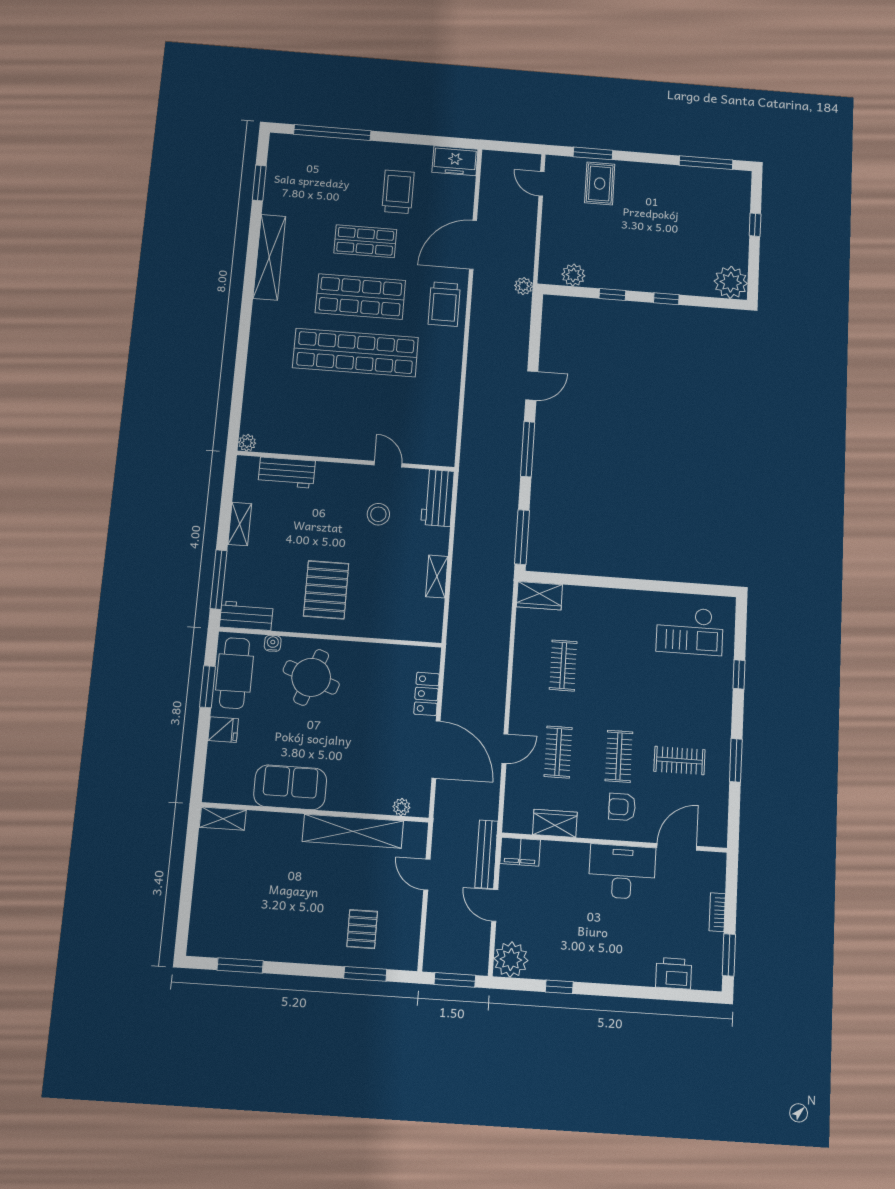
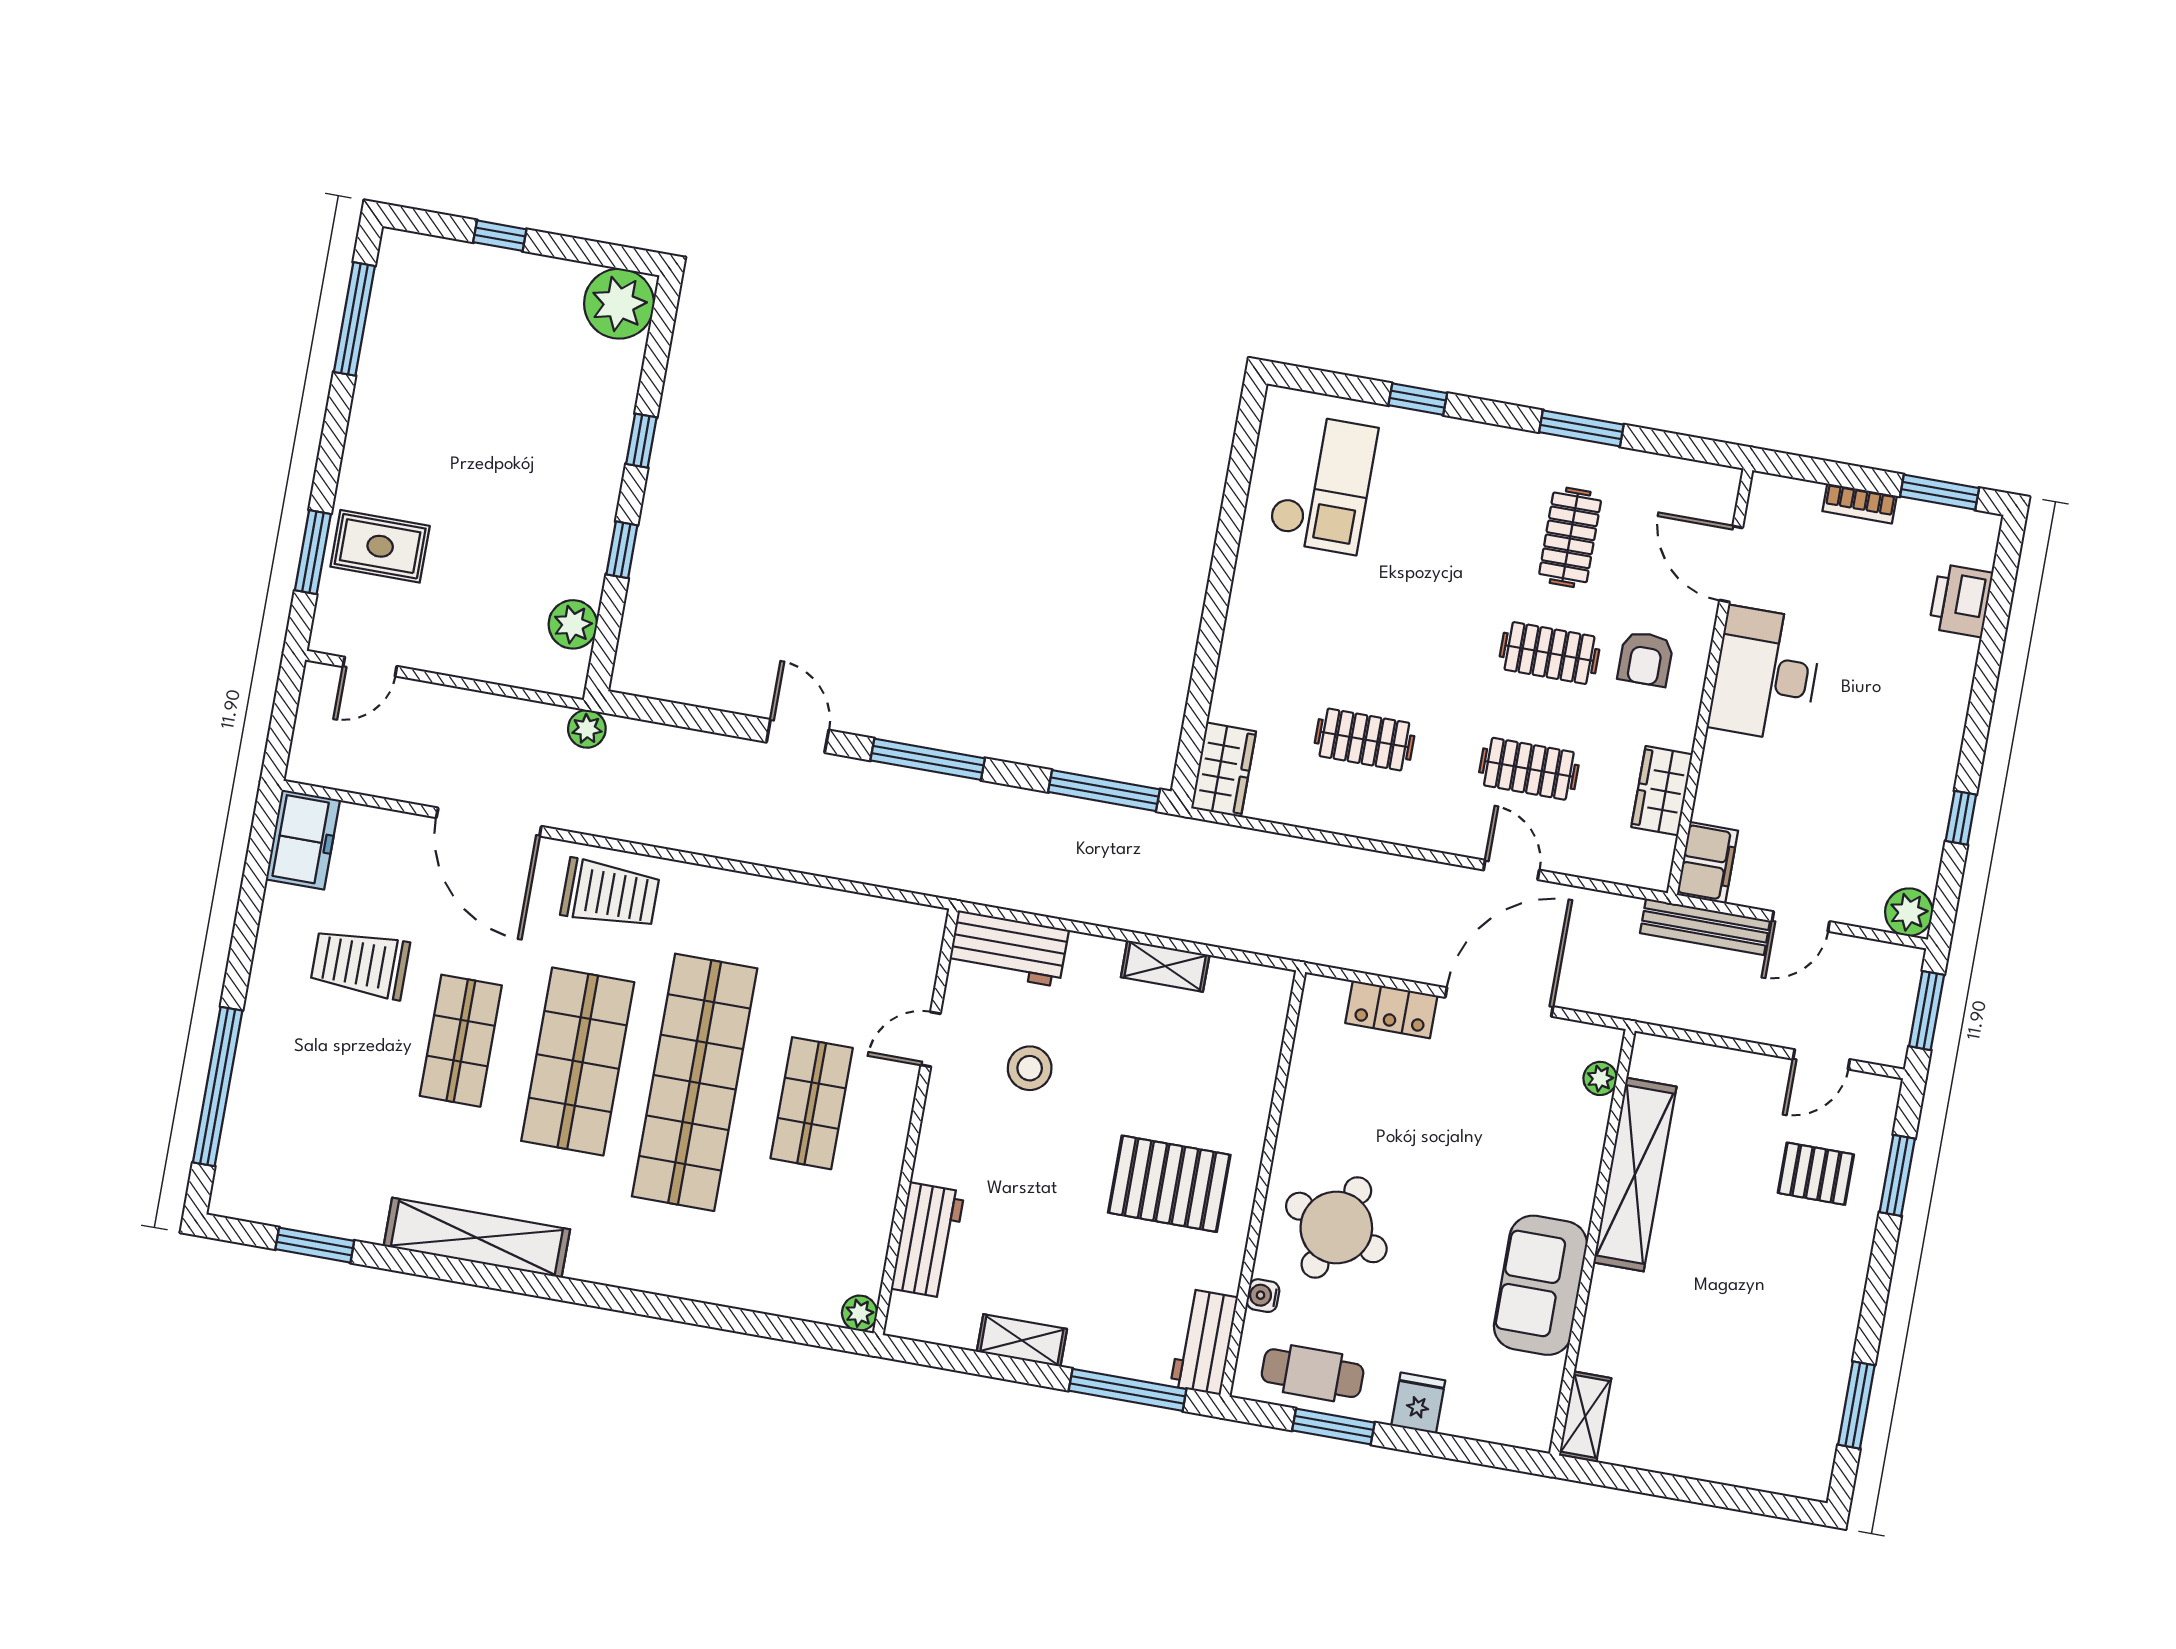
shop shelf: (351, 409) -> (812, 1103), added
cafe table: (235, 673) -> (1313, 1373), width x0.73, depth x0.74
door: (427, 875) -> (1821, 1059), moved
plant: (511, 959) -> (1909, 912), width x0.73, depth x0.73

